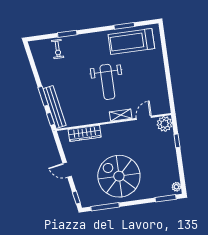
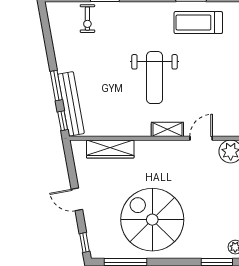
treadmill: (131, 41) -> (198, 23), width x0.73, depth x0.73

